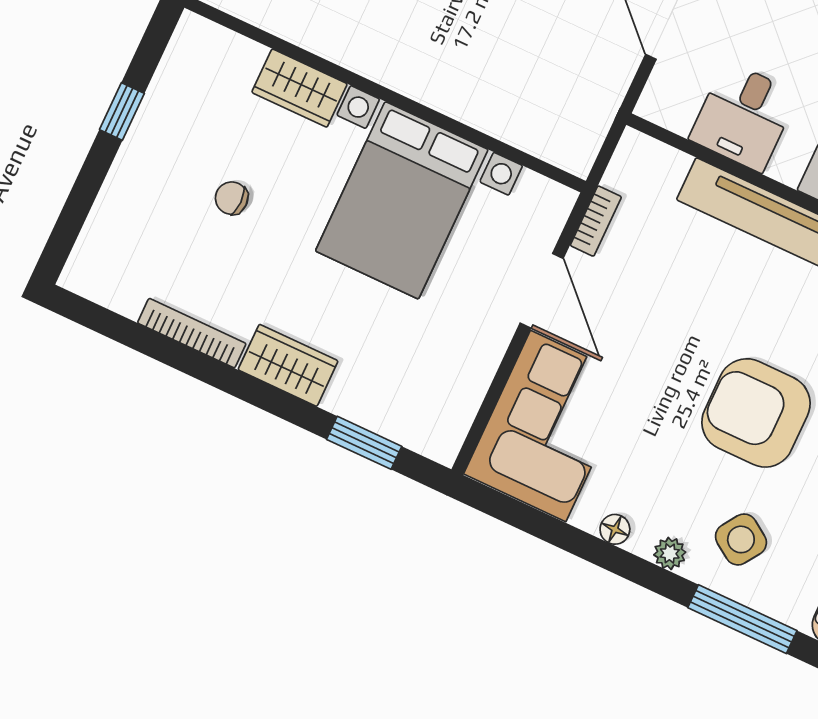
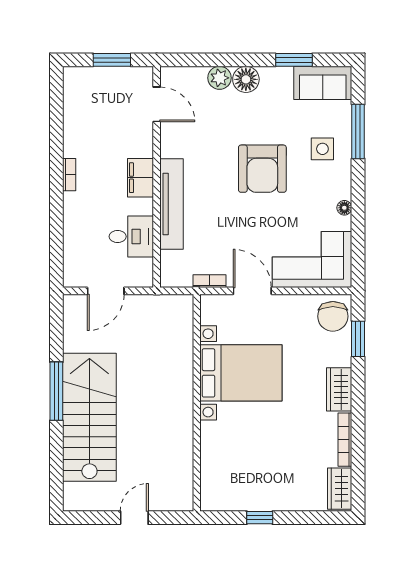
wardrobe: (299, 88) -> (340, 489), moved, turned 180
chair: (232, 198) -> (333, 316), moved, width x1.87, depth x1.87
door: (542, 291) -> (252, 291), hinge flipped
side table: (741, 539) -> (322, 149), turned -34
plant: (670, 553) -> (344, 178), removed

